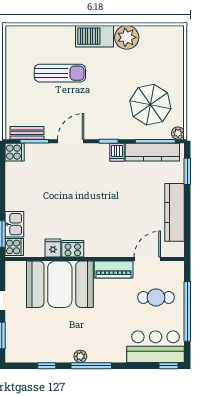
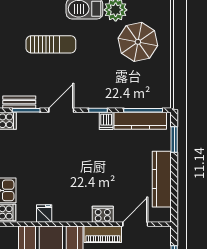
parasol: (150, 105) -> (138, 42), moved
plant: (178, 133) -> (165, 102), removed
cooker: (73, 249) -> (103, 214), moved

